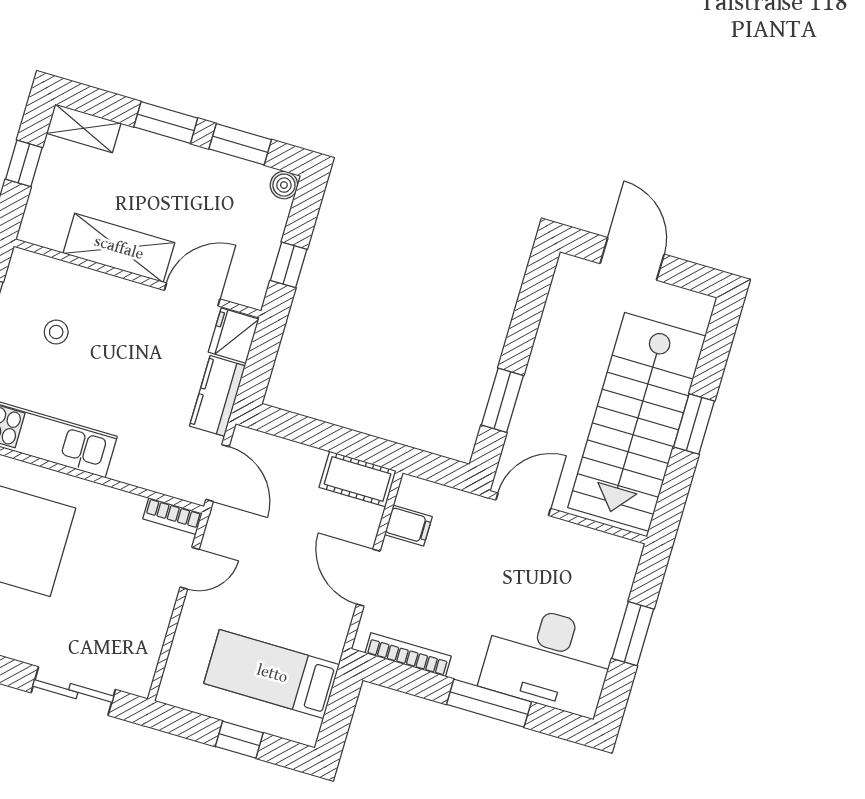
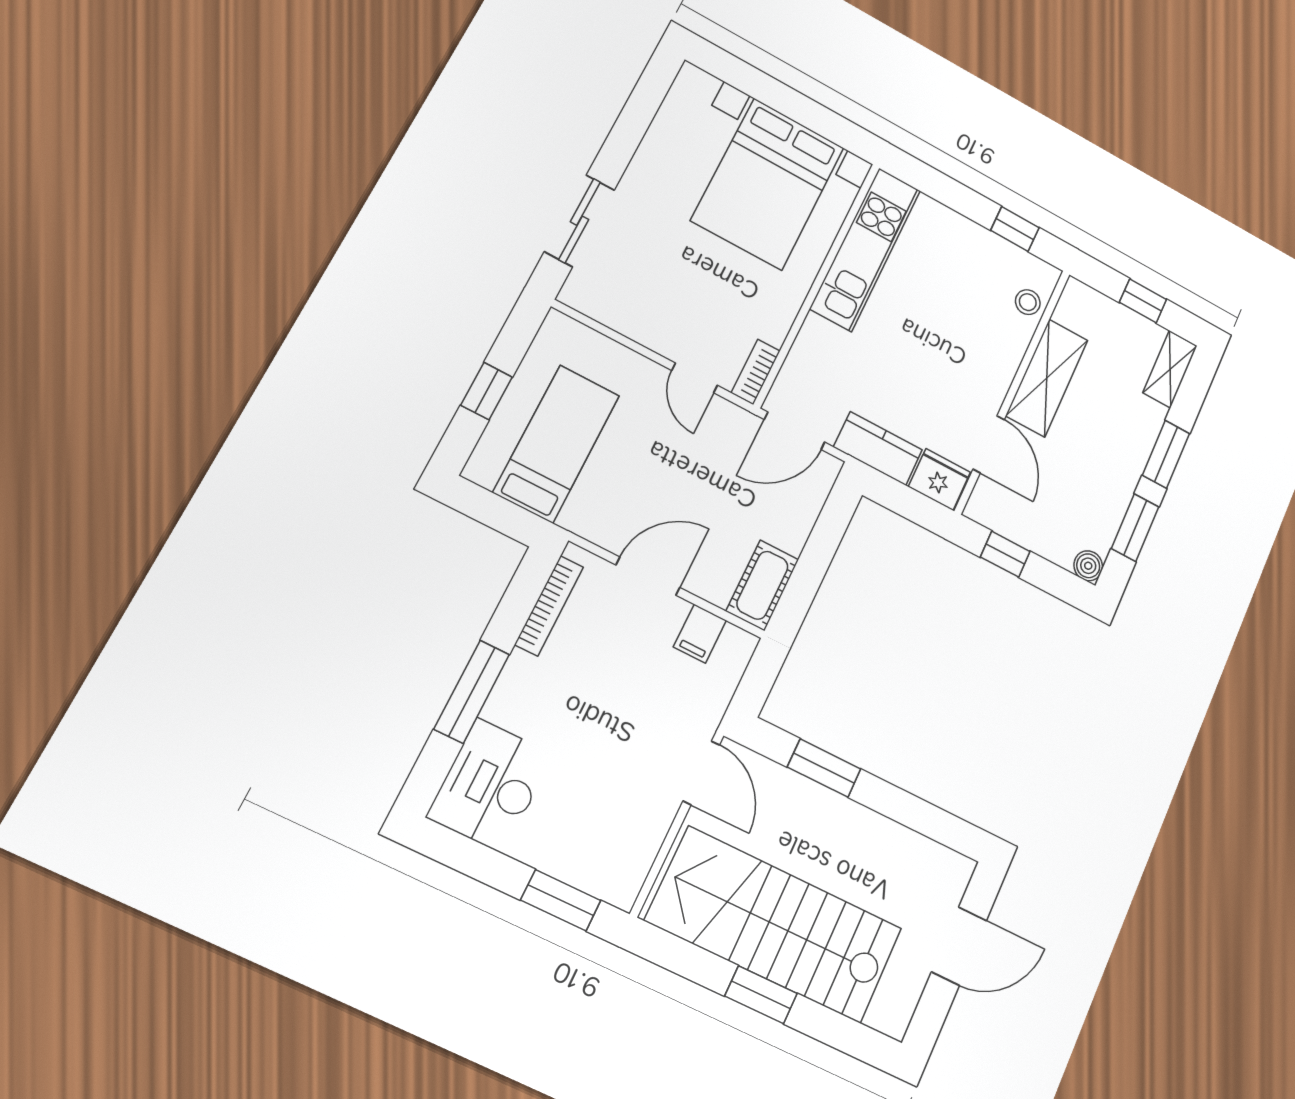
stool: (56, 332) -> (1028, 302), moved
window: (633, 634) -> (561, 900), moved
desk: (548, 659) -> (490, 785), width x0.73, depth x0.77

